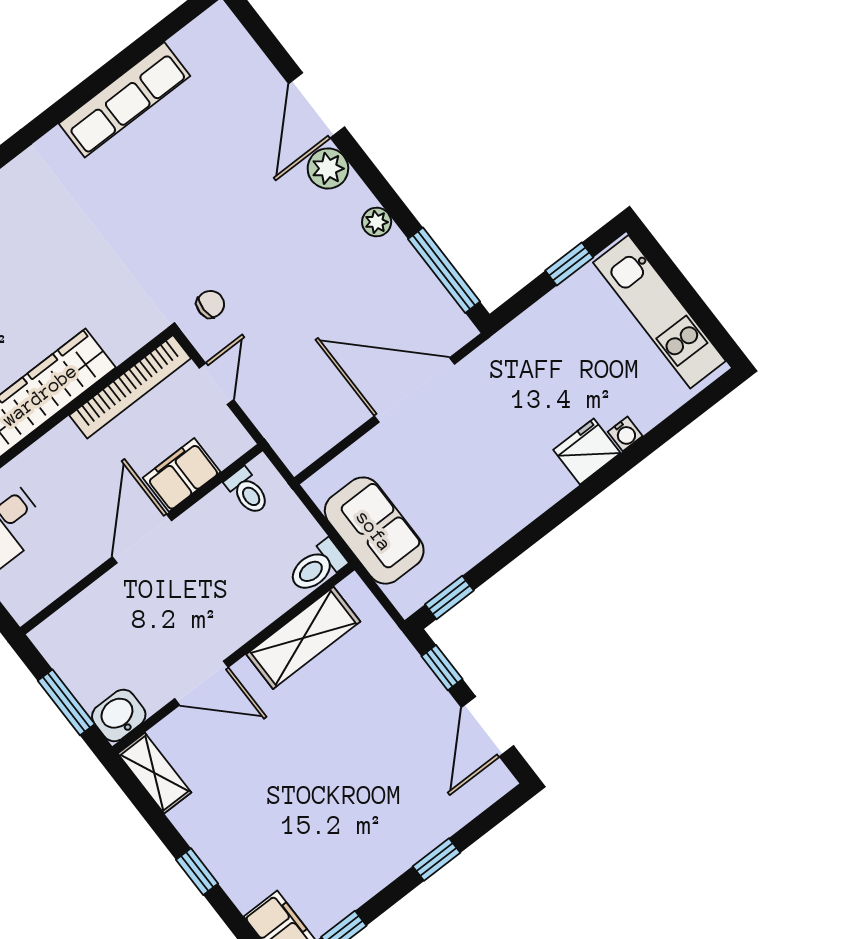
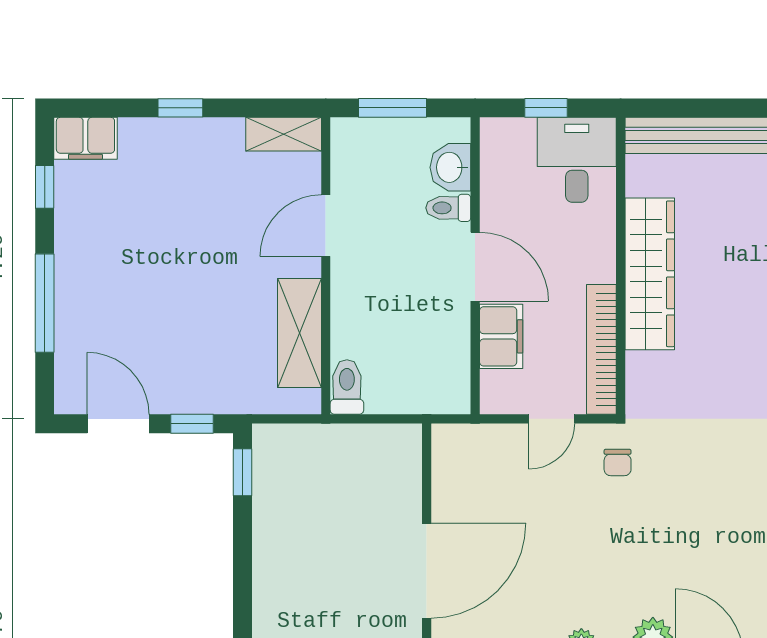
door: (216, 384) -> (552, 419), hinge flipped
toilet: (247, 491) -> (448, 208), moved
sofa: (374, 531) -> (341, 454), removed
washbasin: (119, 715) -> (450, 167), moved, turned 180
window: (437, 860) -> (45, 303), width x2.17

